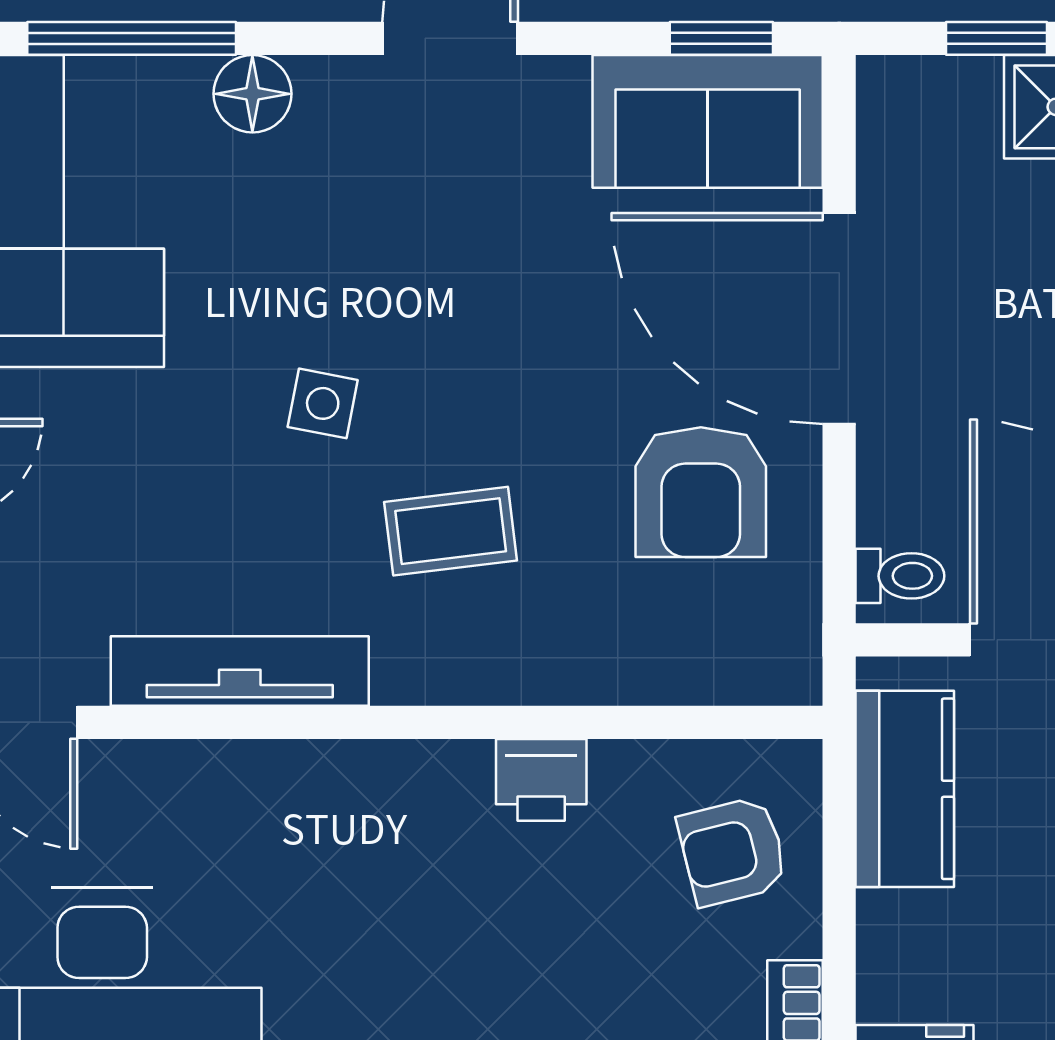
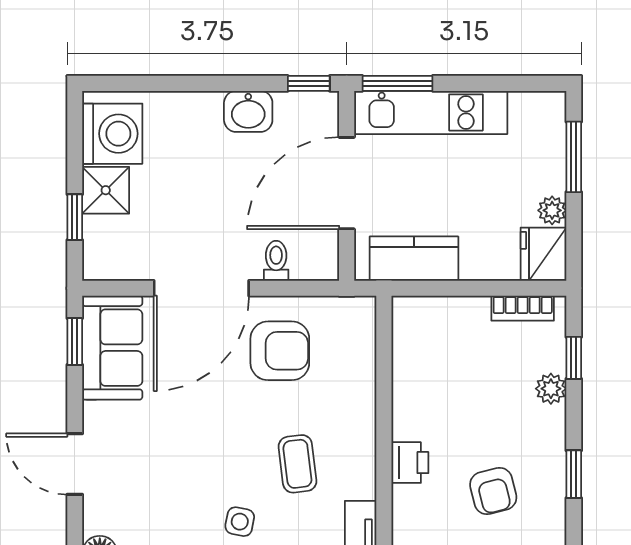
toilet: (900, 576) -> (276, 261), moved
printer: (541, 780) -> (410, 463), moved
armchair: (733, 851) -> (493, 491), moved

